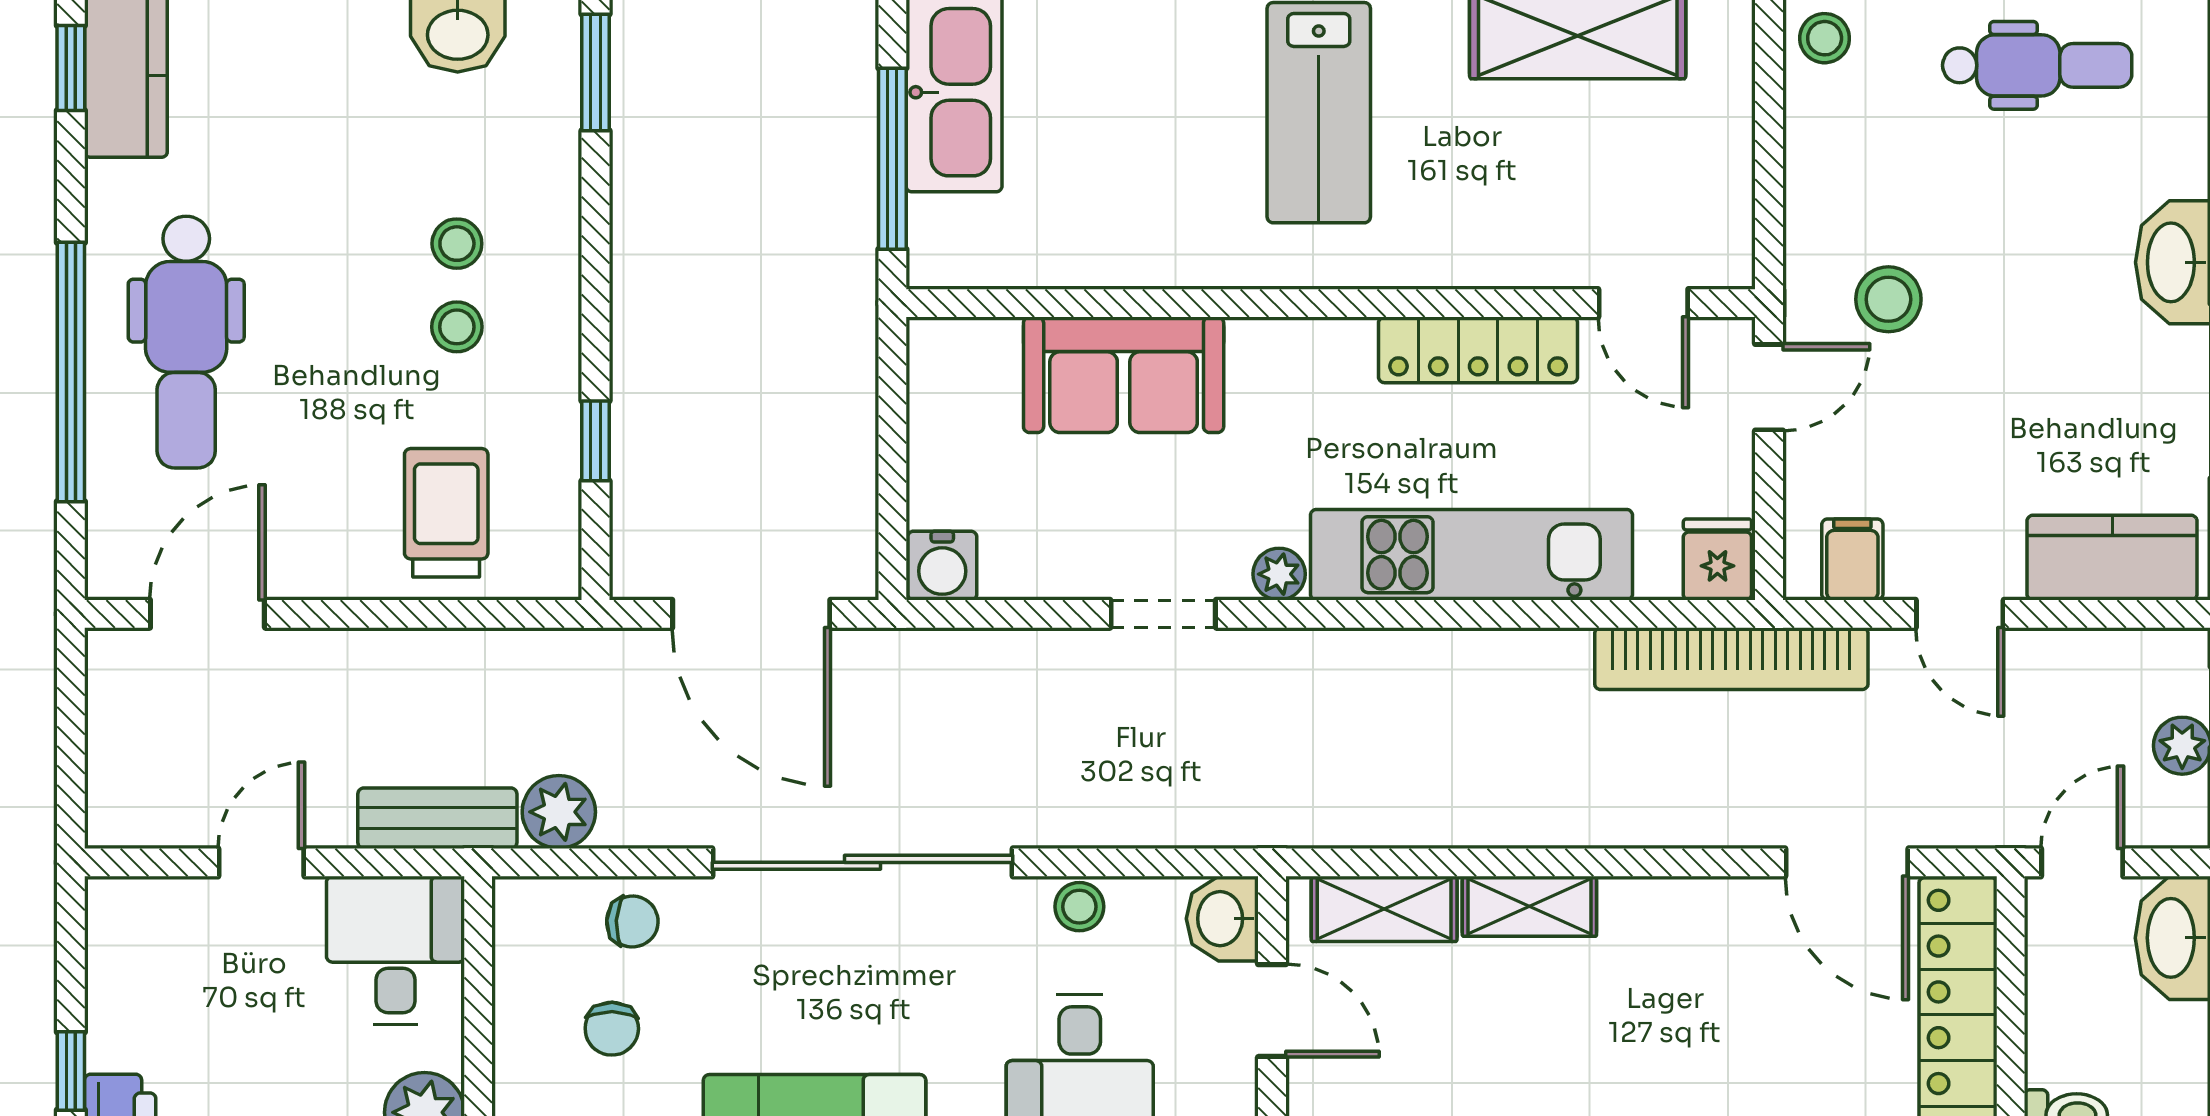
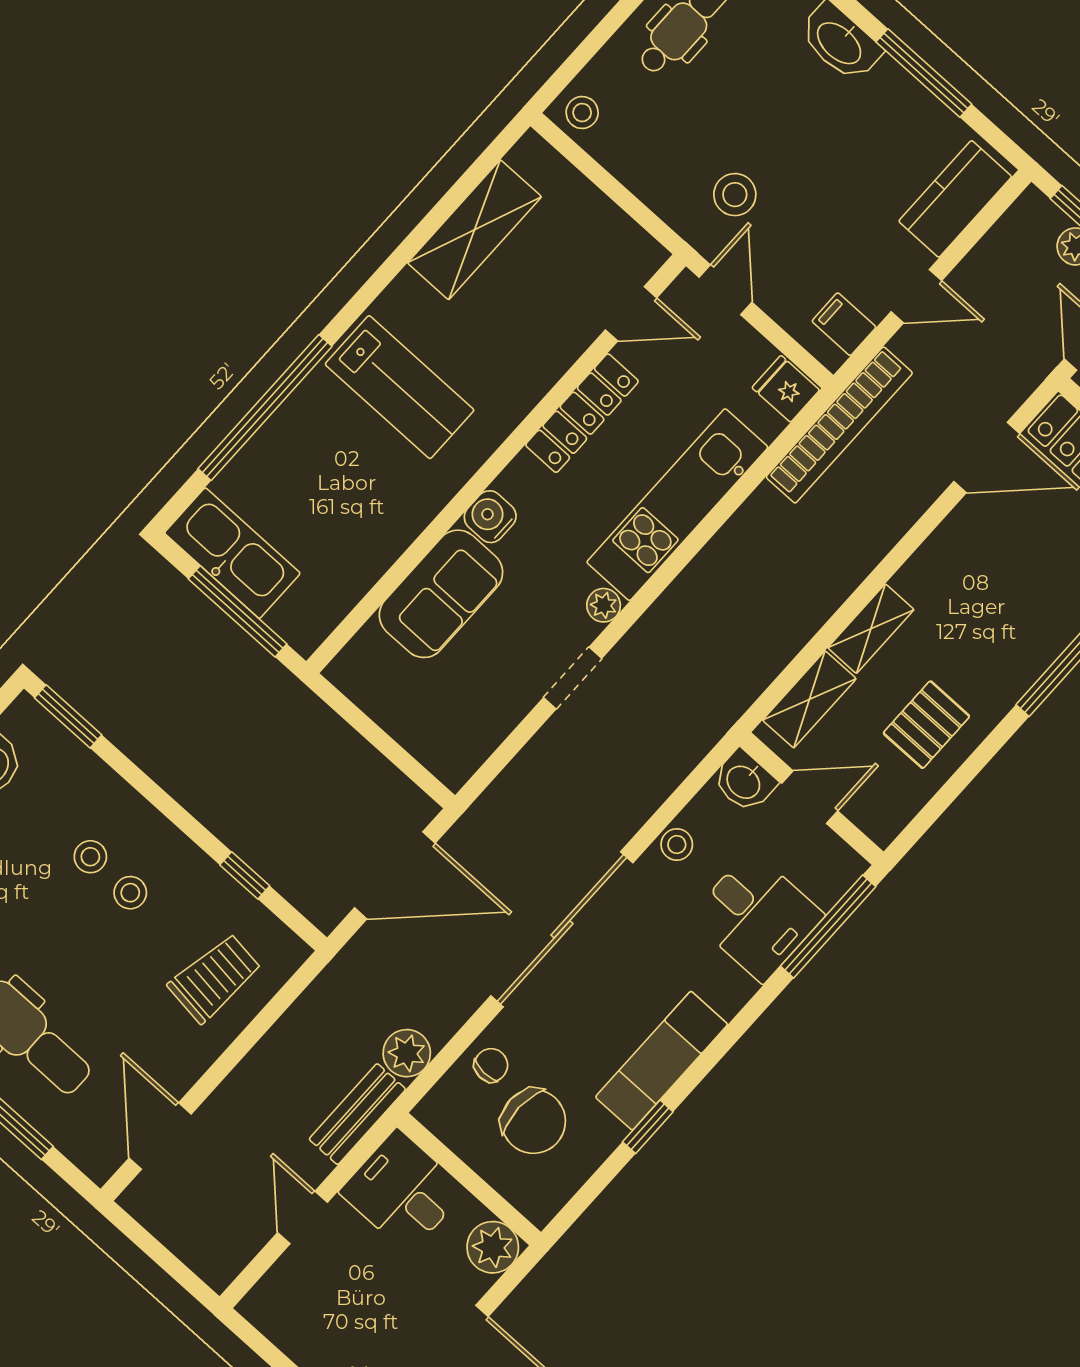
trolley: (446, 513) -> (215, 978), turned 97
water cooler: (942, 566) -> (490, 517), moved, turned 180
chair: (612, 1029) -> (533, 1121), width x1.87, depth x1.87
pallet: (1476, 1070) -> (926, 725), added

